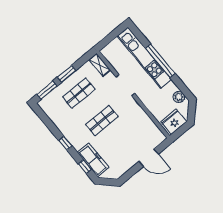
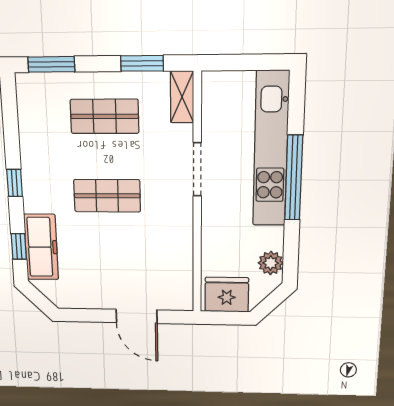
window: (67, 74) -> (142, 63), moved

